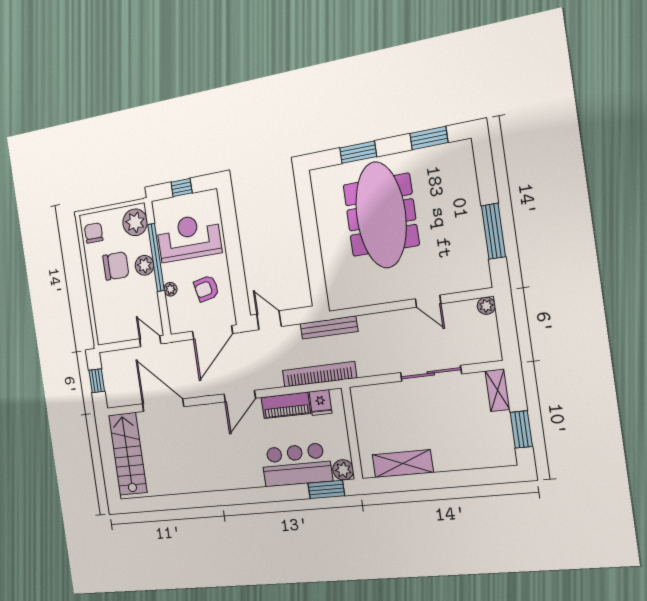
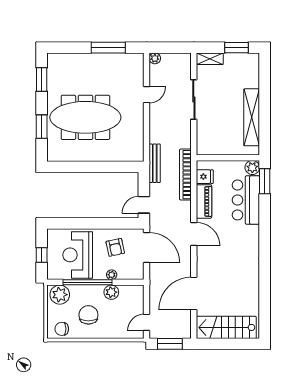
plant: (144, 265) -> (111, 292), moved
door: (150, 341) -> (147, 322), moved
window: (97, 381) -> (170, 344), width x1.50
shelving: (403, 464) -> (252, 117), width x1.47

